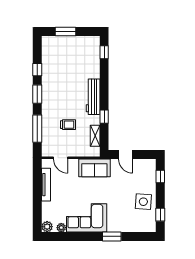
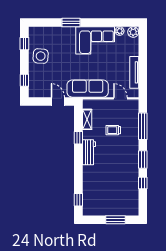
workbench: (93, 97) -> (89, 152), width x0.73
sofa: (94, 168) -> (88, 89), width x1.36

